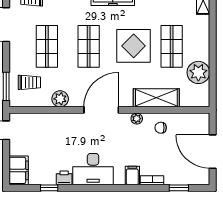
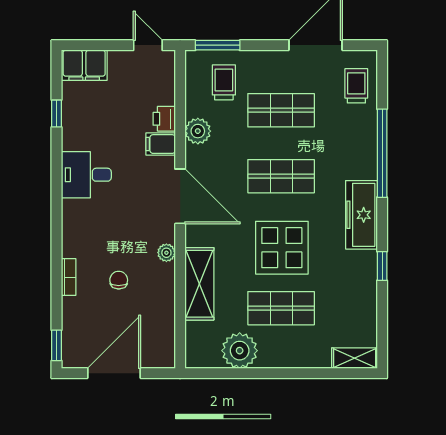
trolley: (29, 82) -> (224, 82), turned 180
chair: (161, 128) -> (119, 280), moved
desk: (93, 169) -> (86, 175), width x0.73
filing cabinet: (132, 176) -> (161, 144), moved, turned 180
printer: (64, 178) -> (164, 119), moved, turned 180
window: (179, 188) -> (56, 345), moved

